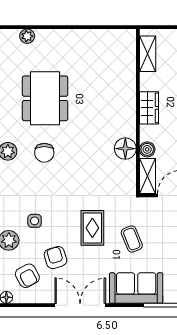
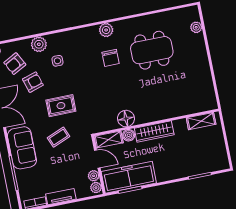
wardrobe: (149, 108) -> (154, 132), width x1.50
chair: (44, 153) -> (111, 58), turned -90

